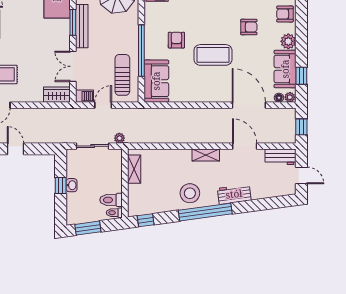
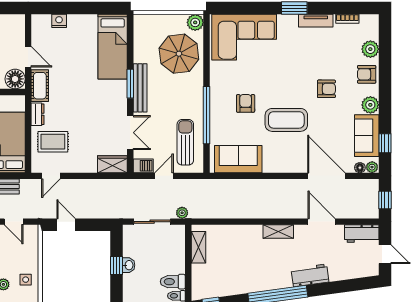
double door: (73, 66) -> (130, 133), swing flipped
sofa: (156, 81) -> (238, 159), moved, turned -90
stool: (190, 193) -> (261, 274), removed

